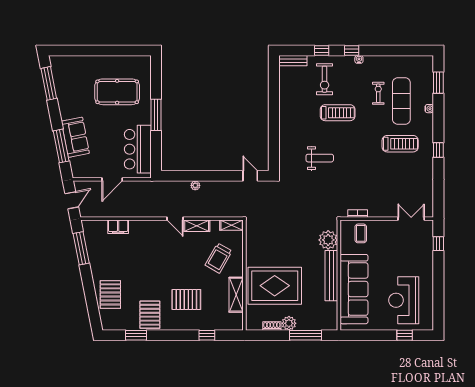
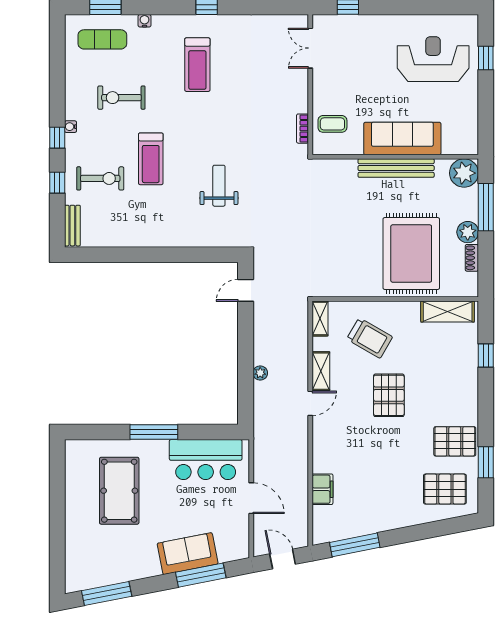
exercise bike: (378, 93) -> (121, 98), width x1.38, depth x1.39
exercise mat: (401, 101) -> (102, 39), moved, width x0.73, depth x0.69
treadmill: (338, 113) -> (151, 159), turned 180
treadmill: (400, 144) -> (197, 65), turned 180
plant: (328, 240) -> (464, 173), moved
sofa: (354, 289) -> (402, 139), width x0.74, depth x0.79
pallet: (110, 294) -> (445, 489), moved
shelving: (236, 295) -> (448, 311), moved
pallet: (186, 299) -> (389, 395), moved
reception desk: (404, 300) -> (433, 59), turned 180

